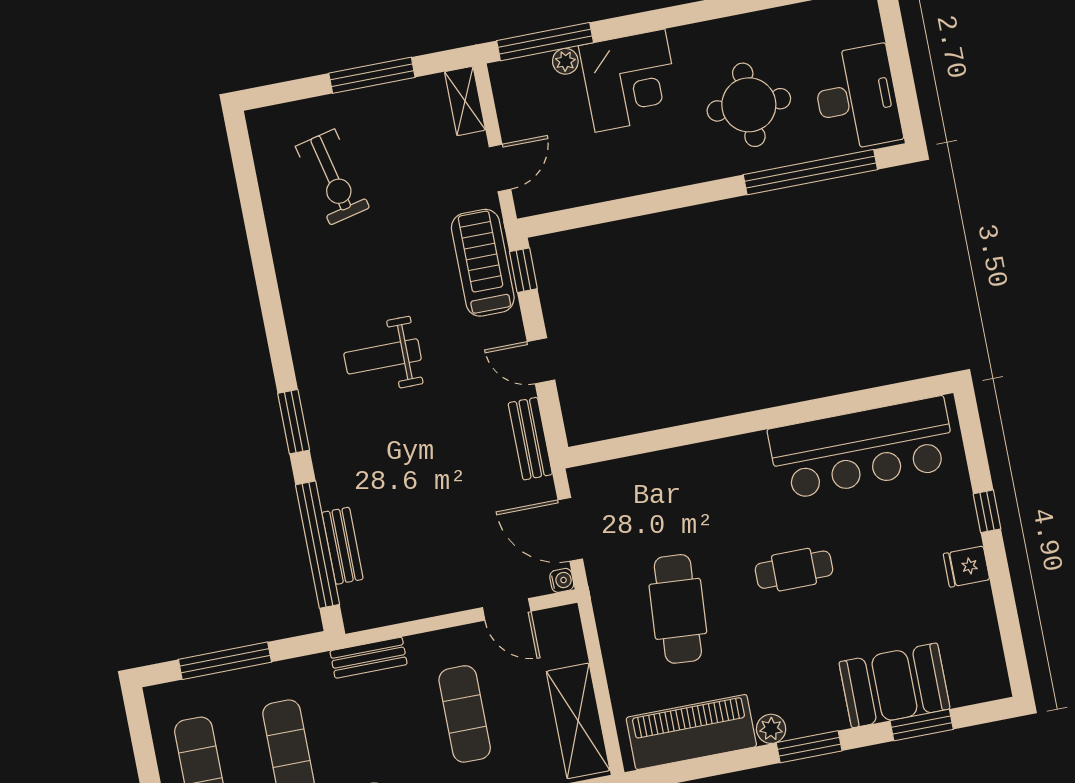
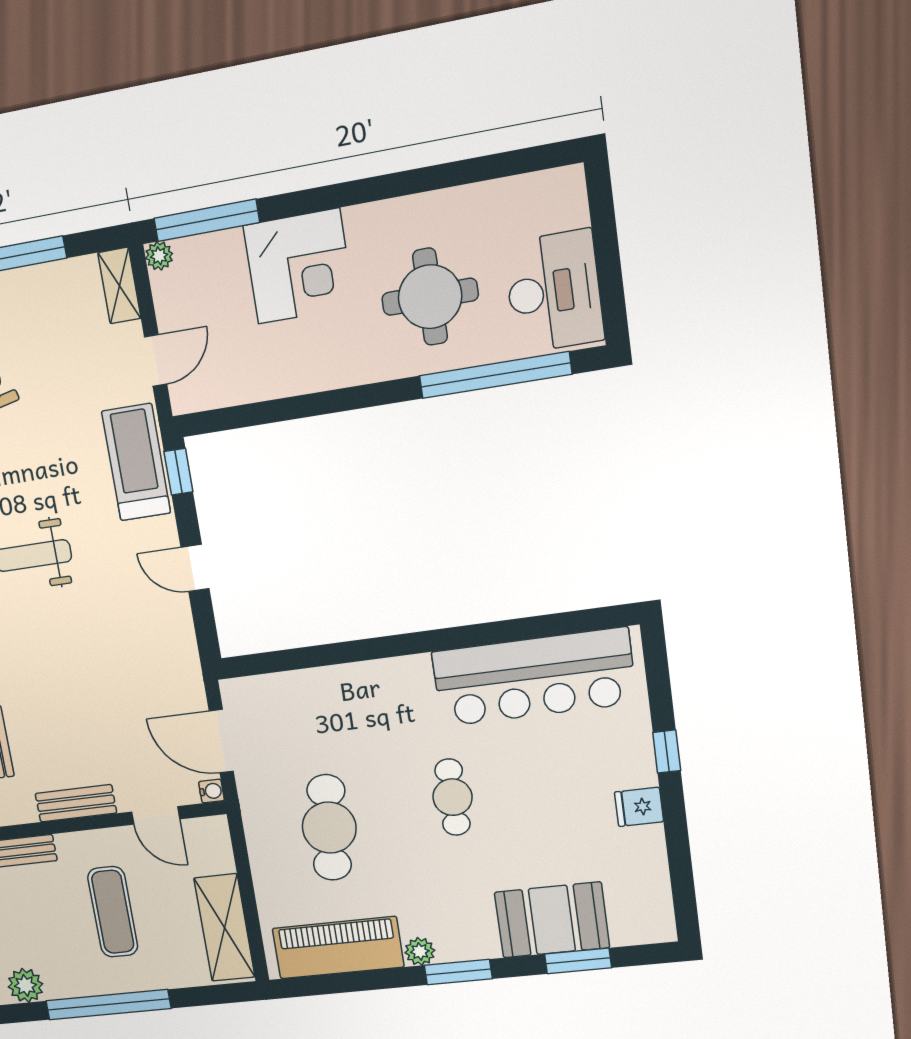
plant: (565, 61) -> (159, 256), moved
bench: (530, 439) -> (76, 803), moved, turned 90
cafe table: (794, 570) -> (453, 797), turned 90

